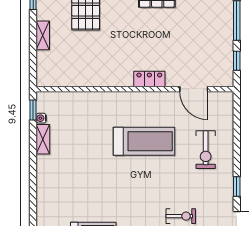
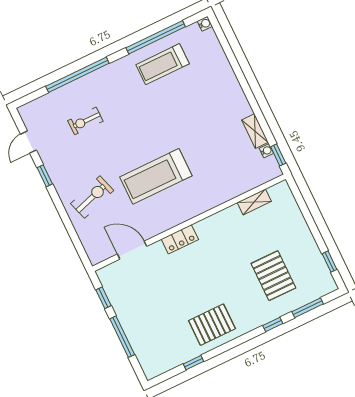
shelving: (43, 35) -> (254, 202), moved, turned 90
exercise bike: (206, 150) -> (92, 197), turned 72

